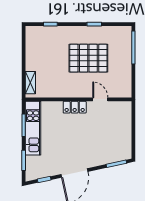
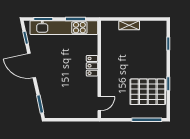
pallet: (88, 58) -> (148, 92), moved, turned 90
shelving: (30, 83) -> (129, 25), moved
door: (100, 99) -> (99, 104), moved
kitchen unit: (33, 128) -> (64, 28), width x1.36

